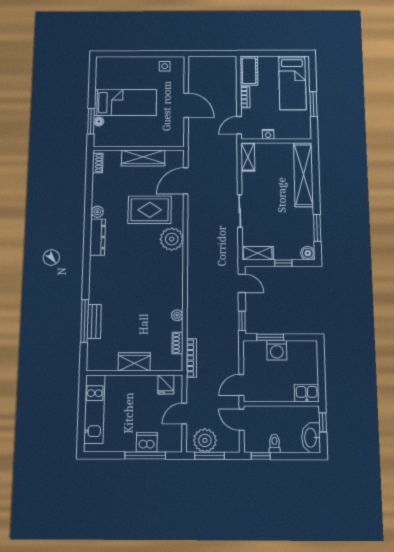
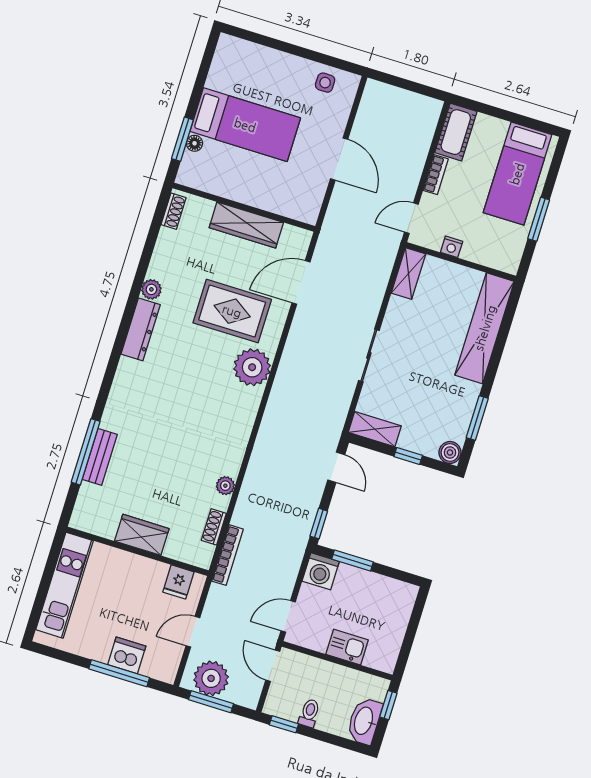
washing machine: (277, 350) -> (321, 571), moved
kitchen sink: (307, 393) -> (347, 647), moved

